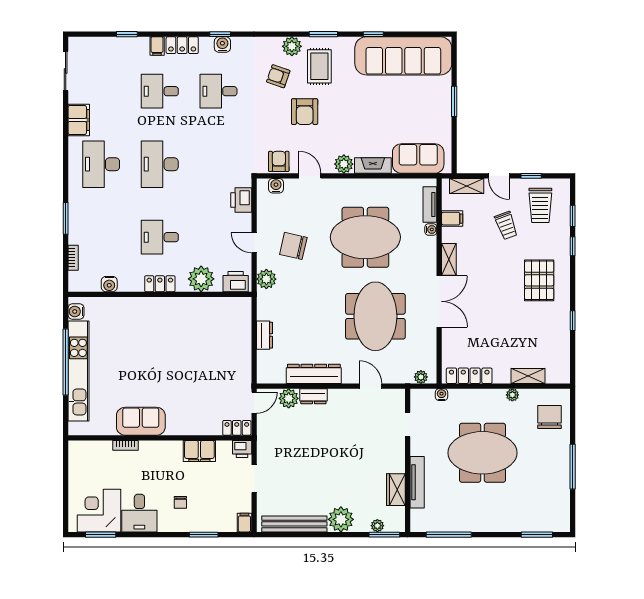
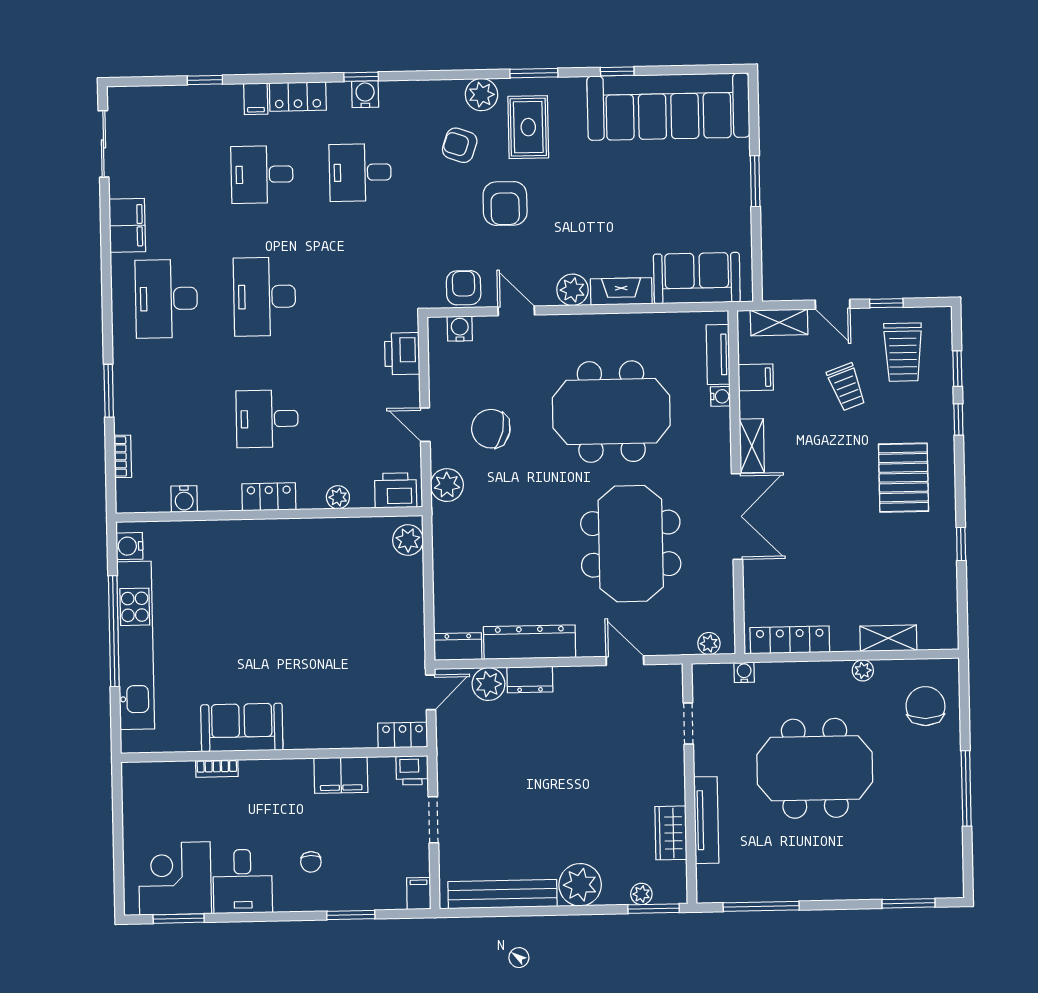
plant: (201, 279) -> (338, 497), width x0.53, depth x0.53
plant: (242, 311) -> (408, 540), added
dresser: (265, 335) -> (458, 647), moved, turned -90

